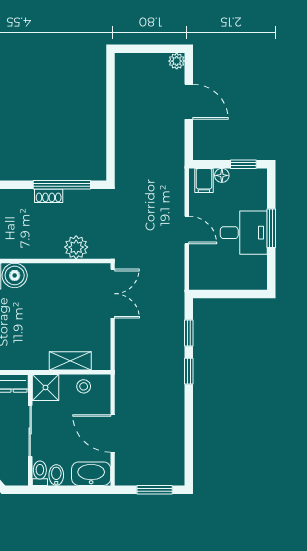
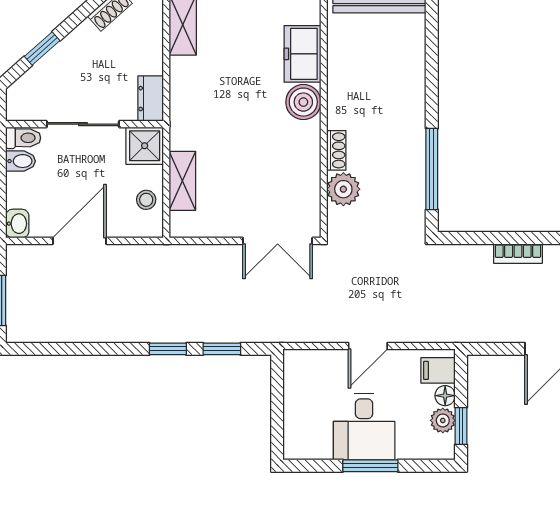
bookcase: (122, 124) -> (518, 254), added
plant: (239, 177) -> (443, 420), added
shoe rack: (49, 196) -> (336, 150), moved, turned 180
washbasin: (91, 474) -> (17, 224), width x0.52, depth x0.69

